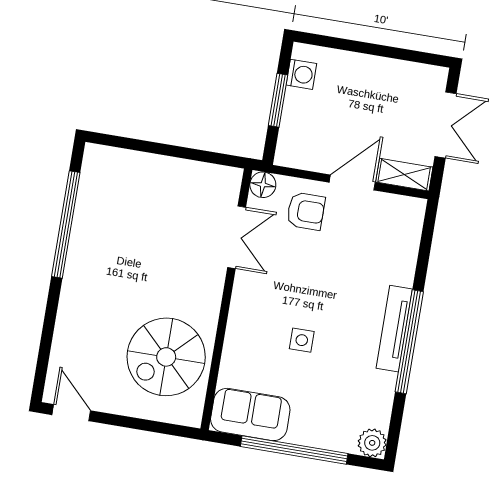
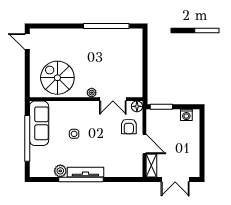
window: (278, 100) -> (161, 107), moved
plant: (214, 284) -> (92, 93), added
door: (71, 413) -> (27, 42), swing flipped
sofa: (250, 414) -> (39, 123), width x1.36
plant: (372, 443) -> (60, 171), moved

